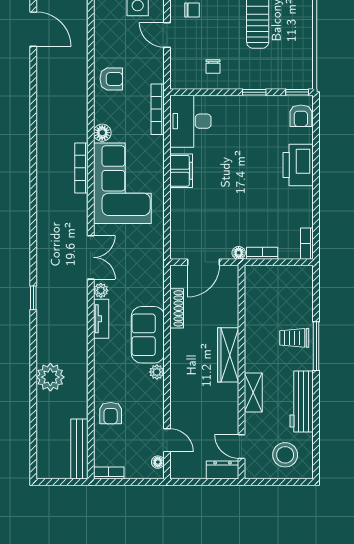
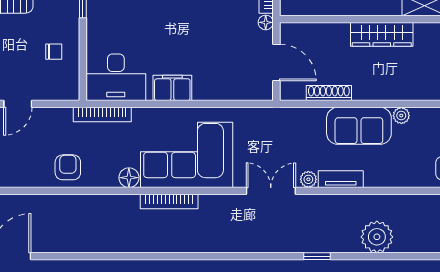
plant: (50, 377) -> (377, 237), moved

